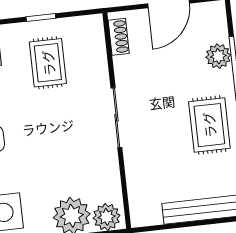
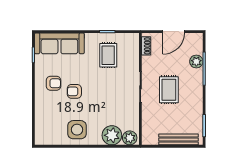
rug: (209, 125) -> (169, 90), moved

